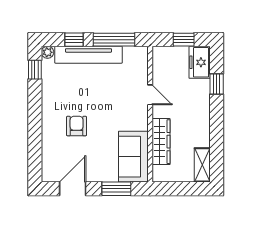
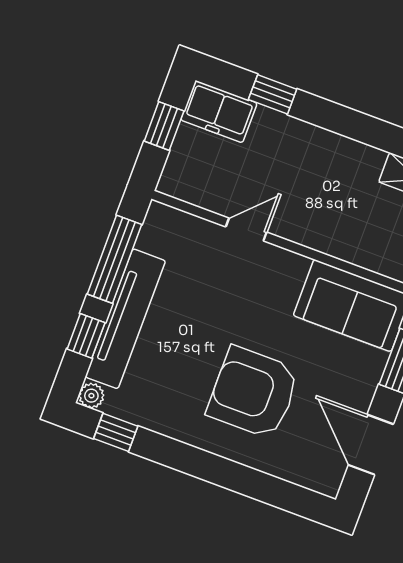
armchair: (77, 126) -> (253, 393), width x1.88, depth x1.88
wardrobe: (161, 142) -> (343, 242), removed

